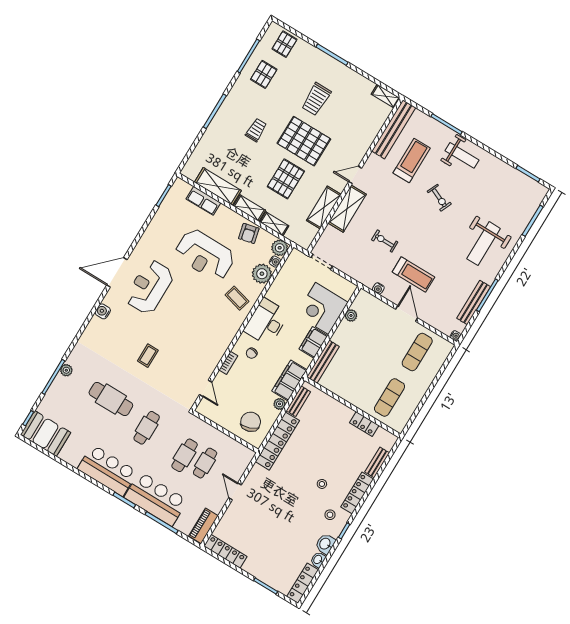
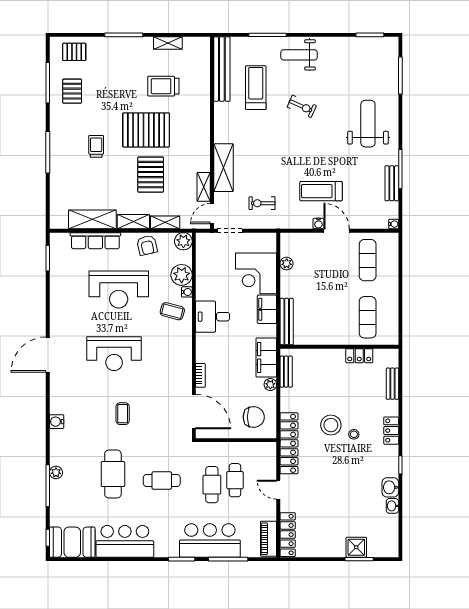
pallet: (284, 44) -> (74, 52), turned 90
shelving: (386, 96) -> (168, 43), moved
trolley: (316, 99) -> (163, 86), moved, turned 90
weight bench: (462, 155) -> (299, 55), turned 180
door: (355, 175) -> (212, 214), moved
row of seats: (203, 201) -> (95, 241), width x1.48
shelving: (324, 208) -> (204, 187), width x0.67, depth x0.75
exercise bike: (385, 241) -> (262, 203), moved
weight bench: (484, 244) -> (368, 124), turned 180
water cooler: (275, 262) -> (187, 292), moved
treadmill: (413, 274) -> (321, 191), turned 180
reception desk: (149, 287) -> (114, 354), moved, turned -90
water cooler: (378, 288) -> (318, 224), moved
bench: (474, 302) -> (392, 183), width x0.73
water cooler: (103, 311) -> (57, 422), moved
desk: (266, 322) -> (213, 317), width x0.73
chair: (252, 353) -> (216, 354), removed
door: (206, 388) -> (194, 412), width x1.88
cafe table: (111, 399) -> (113, 474), turned 90
chair: (251, 422) -> (254, 417), turned 110
cafe table: (147, 428) -> (162, 480), turned 90
locker: (277, 441) -> (289, 443), moved
bar counter: (107, 470) -> (125, 541), moved
locker: (357, 493) -> (391, 431), width x0.66
stool: (330, 515) -> (331, 425), moved, width x1.89, depth x1.89
locker: (225, 551) -> (288, 535), moved, turned 90
shower: (269, 575) -> (356, 547), added
locker: (303, 583) -> (391, 536), removed

